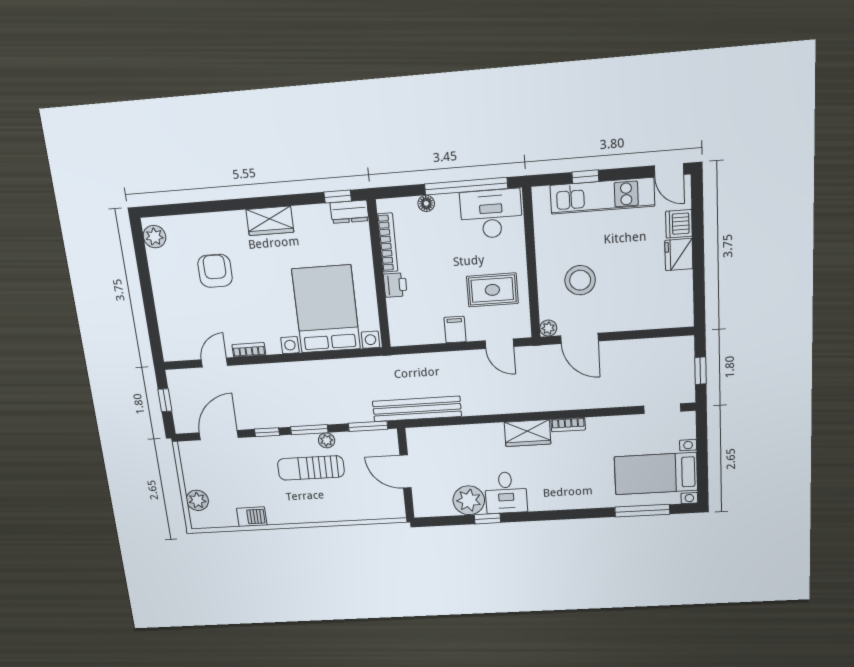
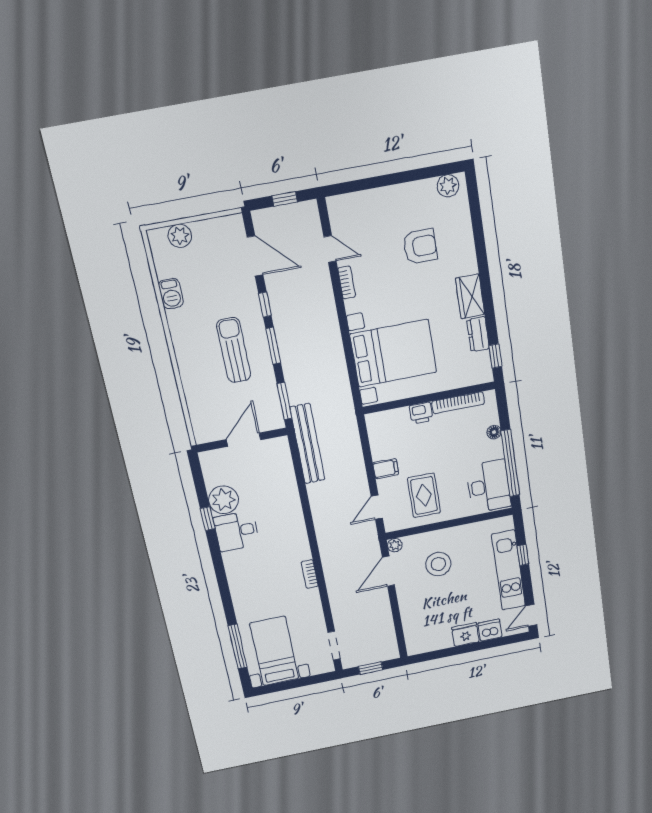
dresser: (349, 212) -> (478, 334), moved
wardrobe: (528, 433) -> (297, 542), removed
plant: (327, 440) -> (265, 363), removed

